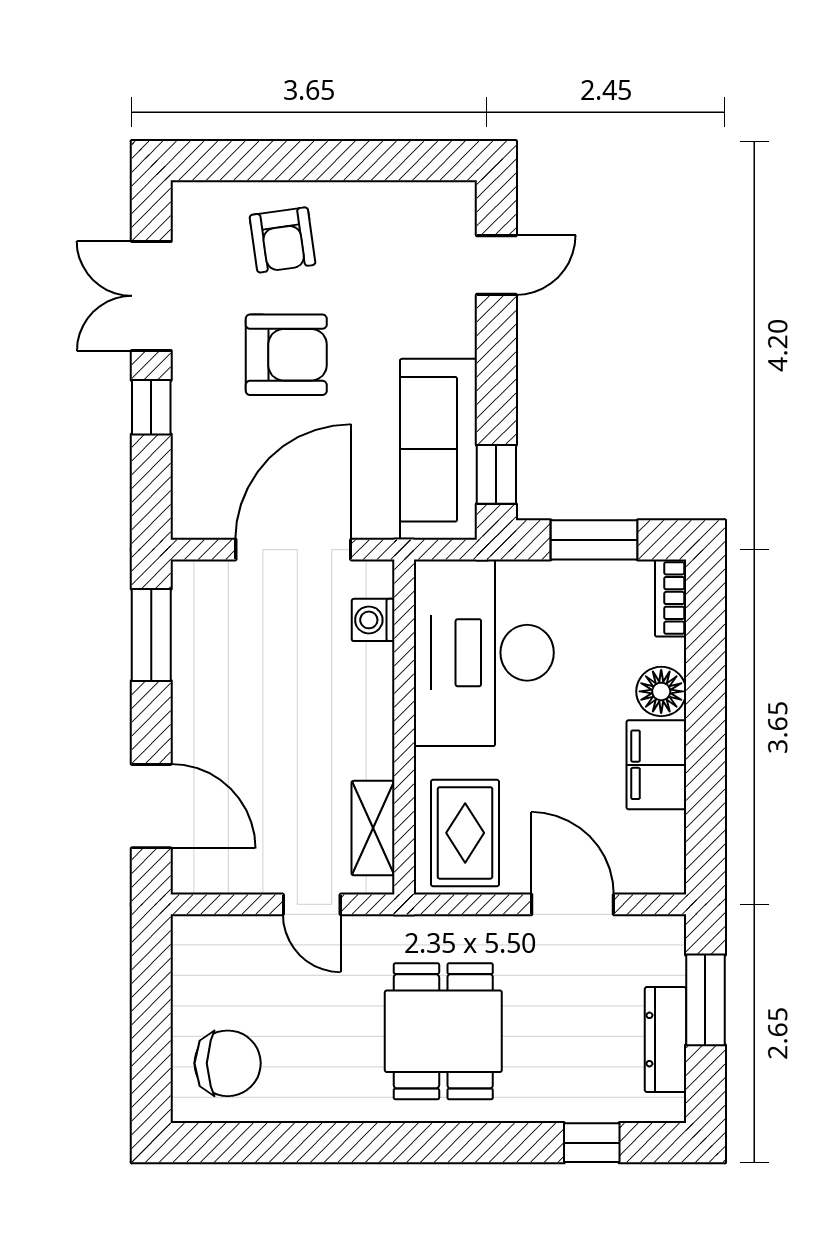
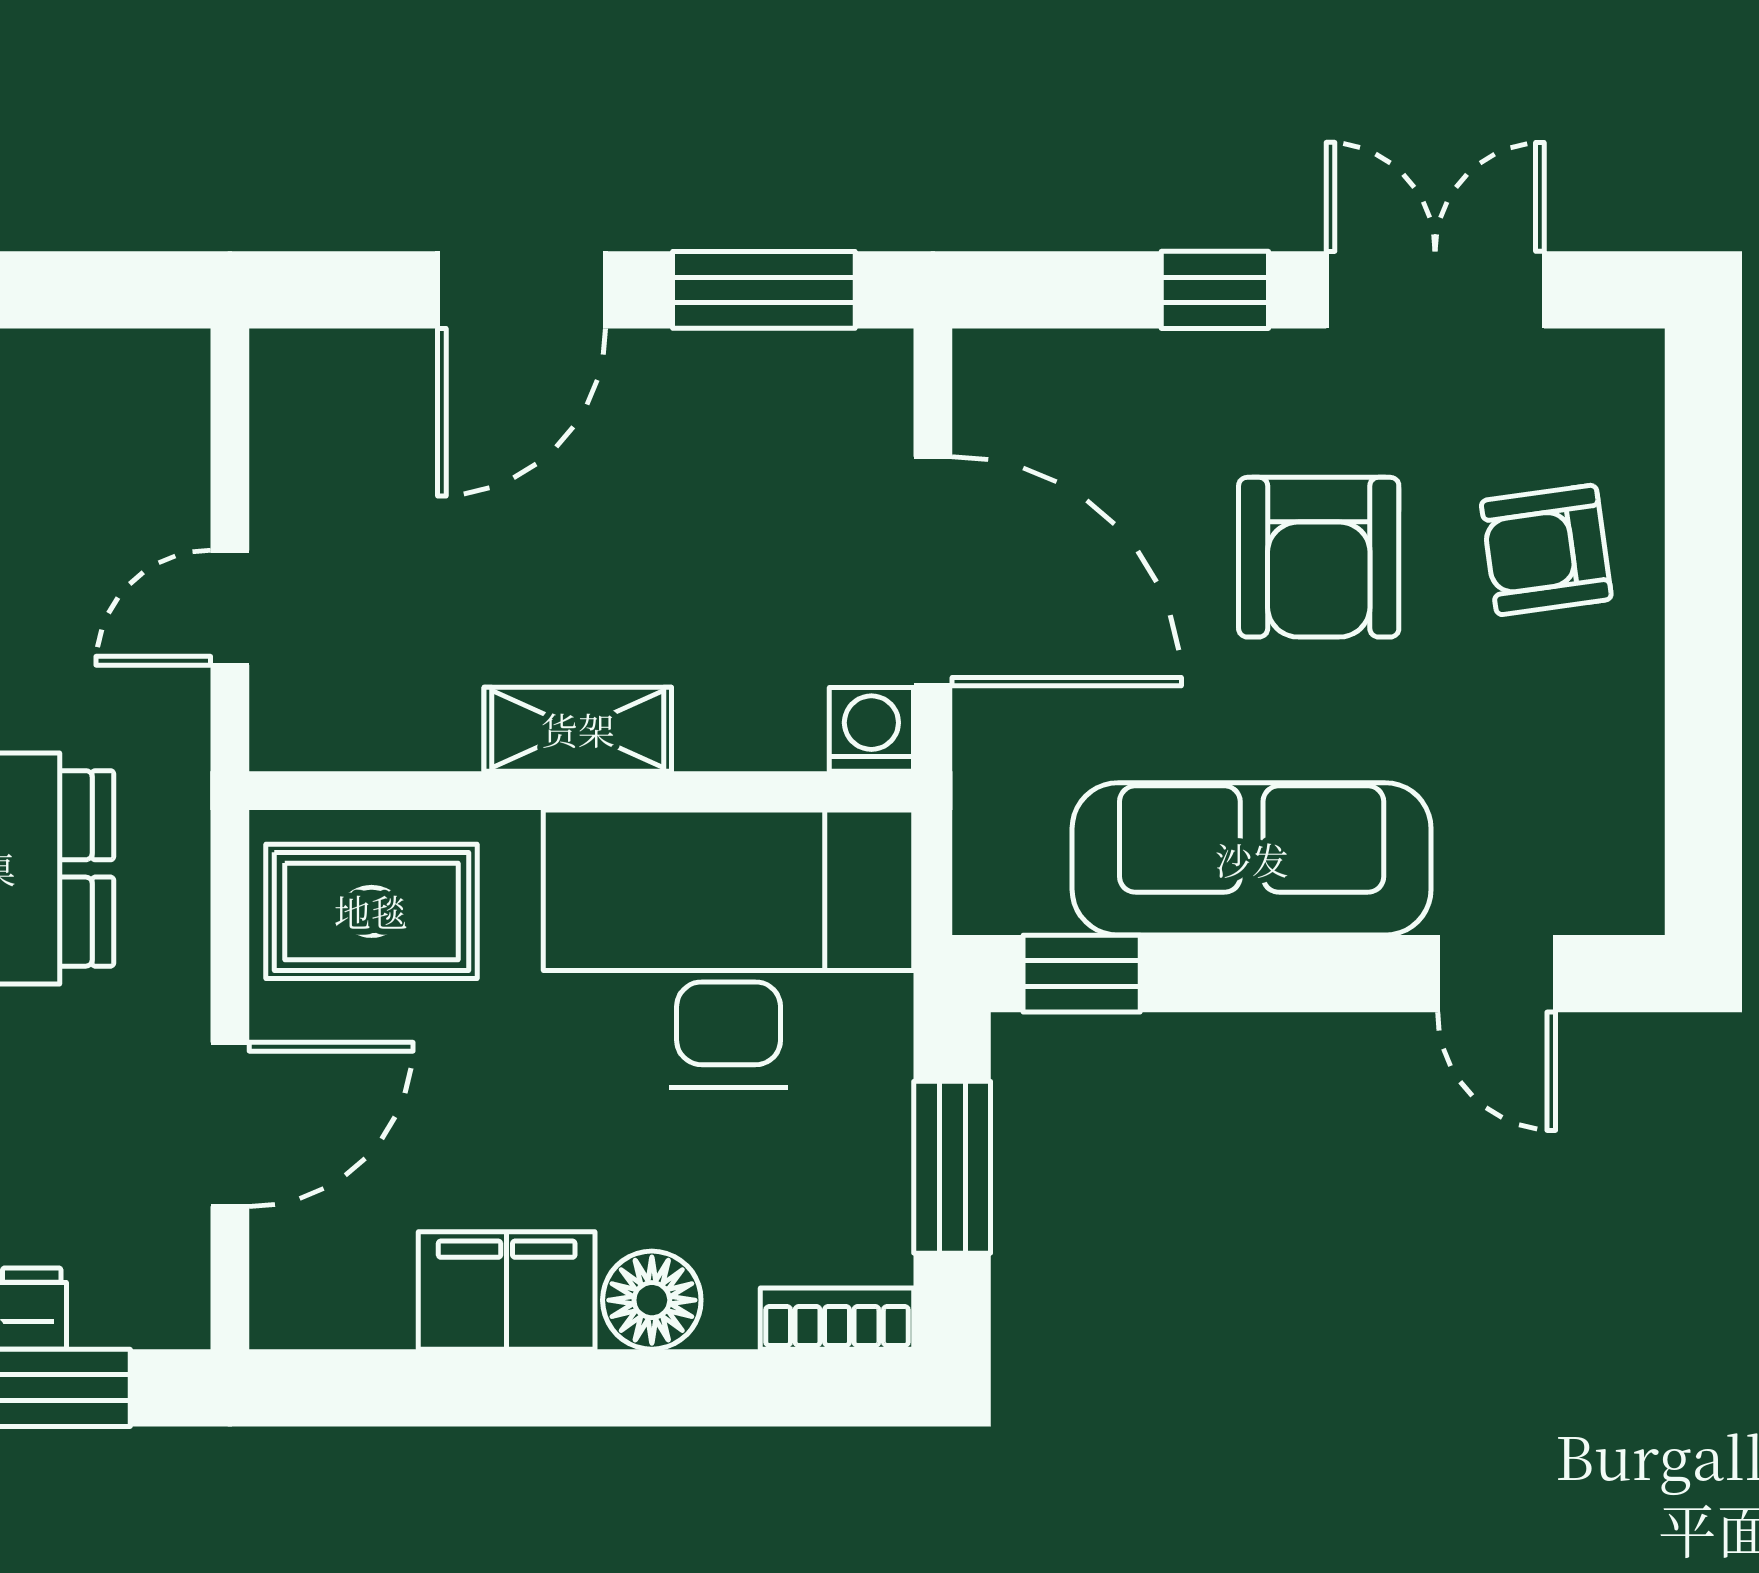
sofa: (438, 449) -> (1252, 859), moved
washing machine: (373, 620) -> (871, 729), moved
door: (151, 806) -> (521, 290), moved
shelving: (373, 828) -> (578, 729), moved

